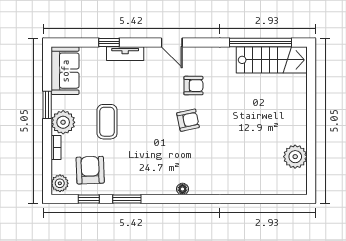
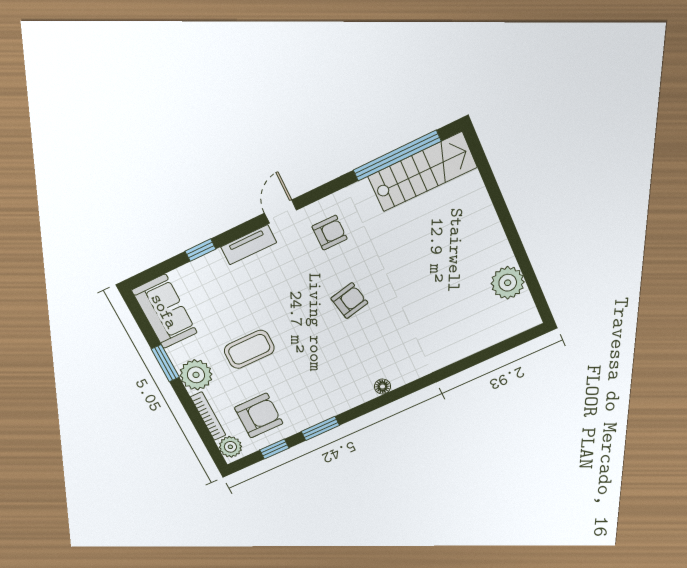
door: (172, 43) -> (280, 212), swing flipped
tv unit: (125, 54) -> (249, 245), moved
armchair: (193, 86) -> (330, 233), moved
coffee table: (107, 122) -> (249, 349), turned 90
bookcase: (56, 148) -> (208, 416), width x1.56
armchair: (90, 170) -> (259, 416), turned 92

